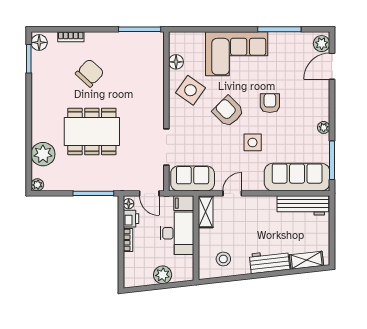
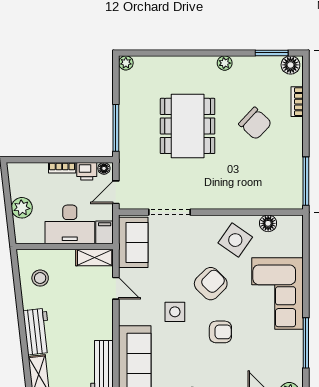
plant: (43, 154) -> (225, 63), moved, width x0.53, depth x0.53

